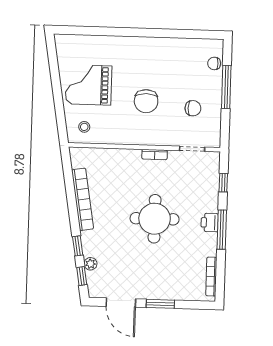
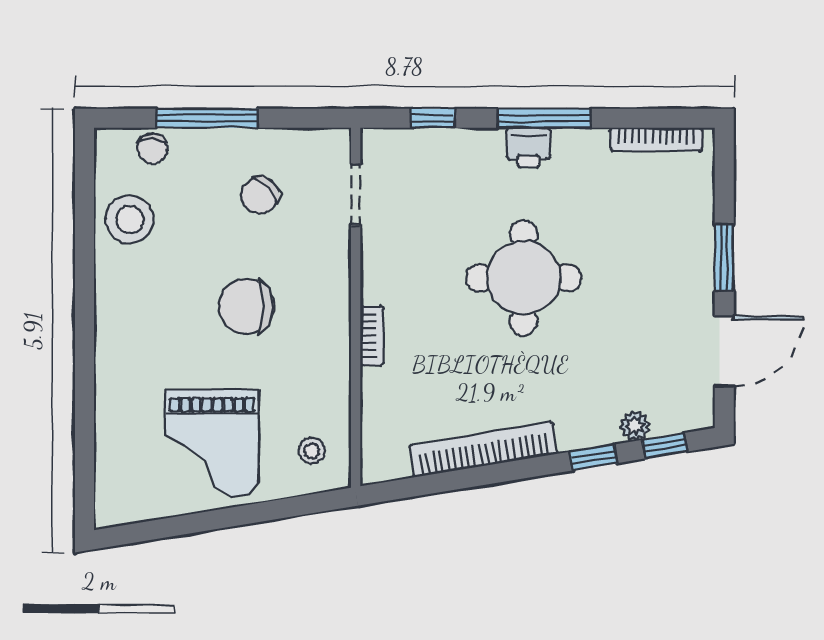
stool: (185, 53) -> (129, 219), added
chair: (146, 101) -> (246, 307), turned 180
chair: (193, 108) -> (260, 195), turned -132
bookcase: (155, 155) -> (372, 336), moved

